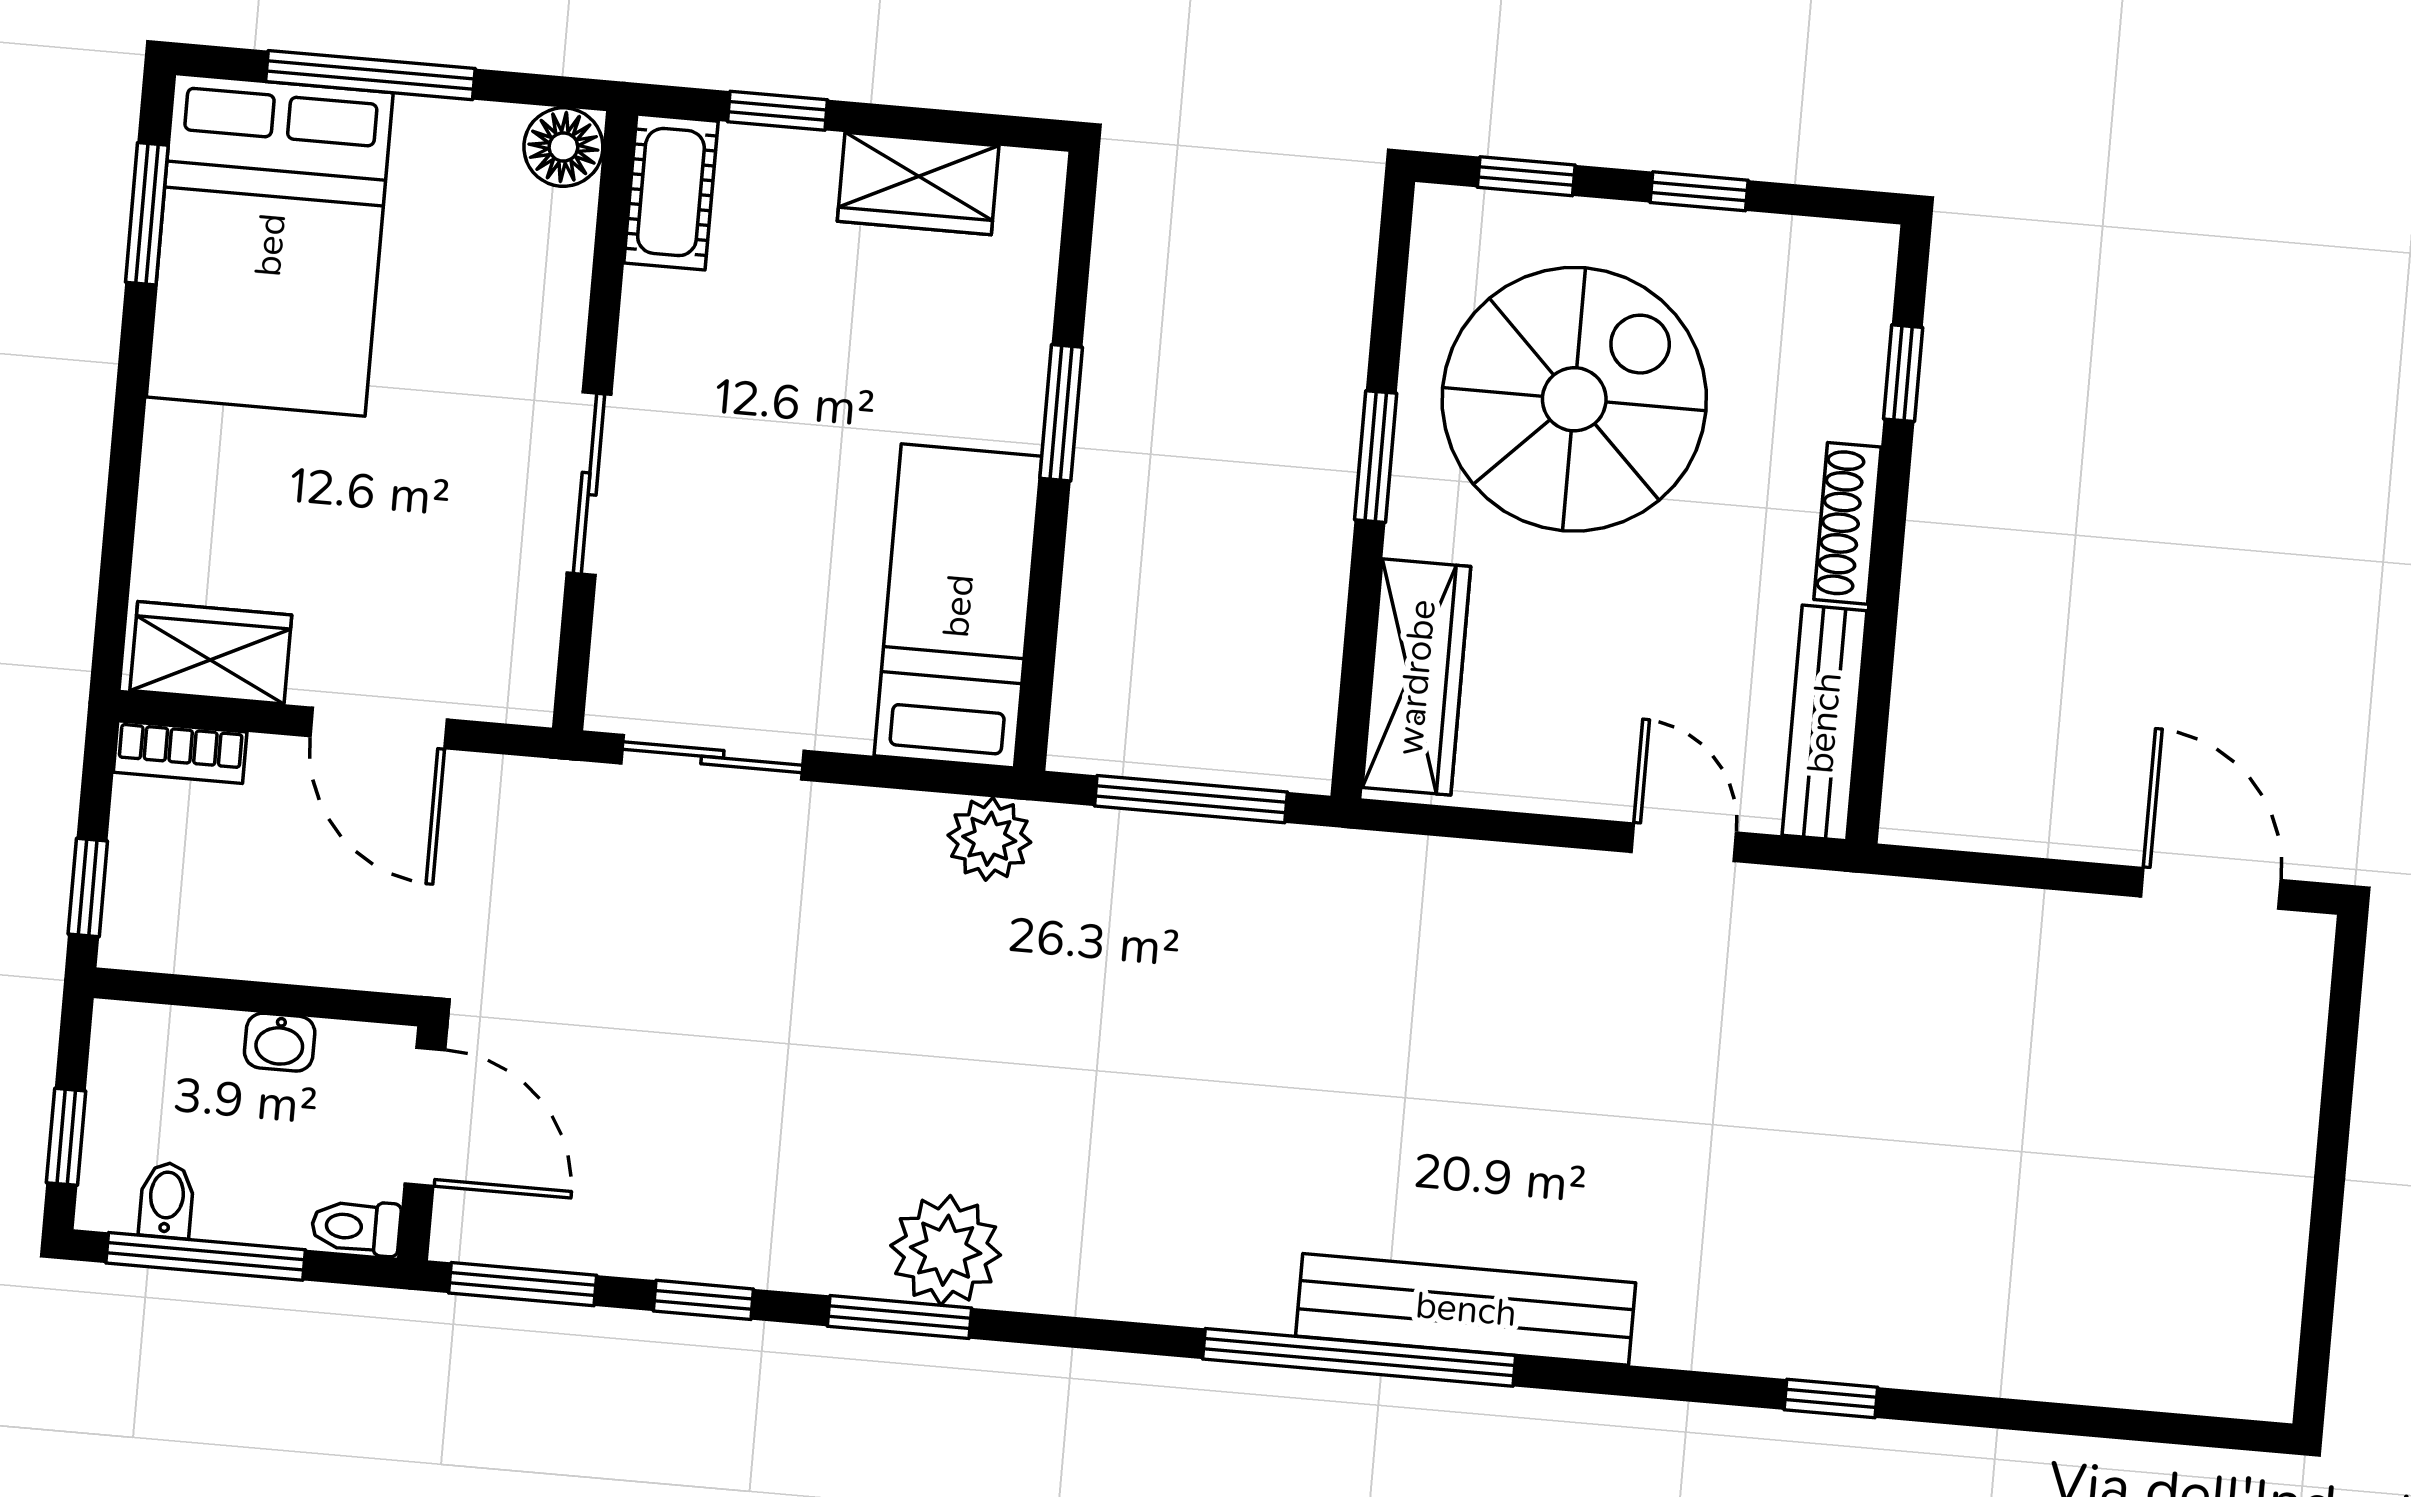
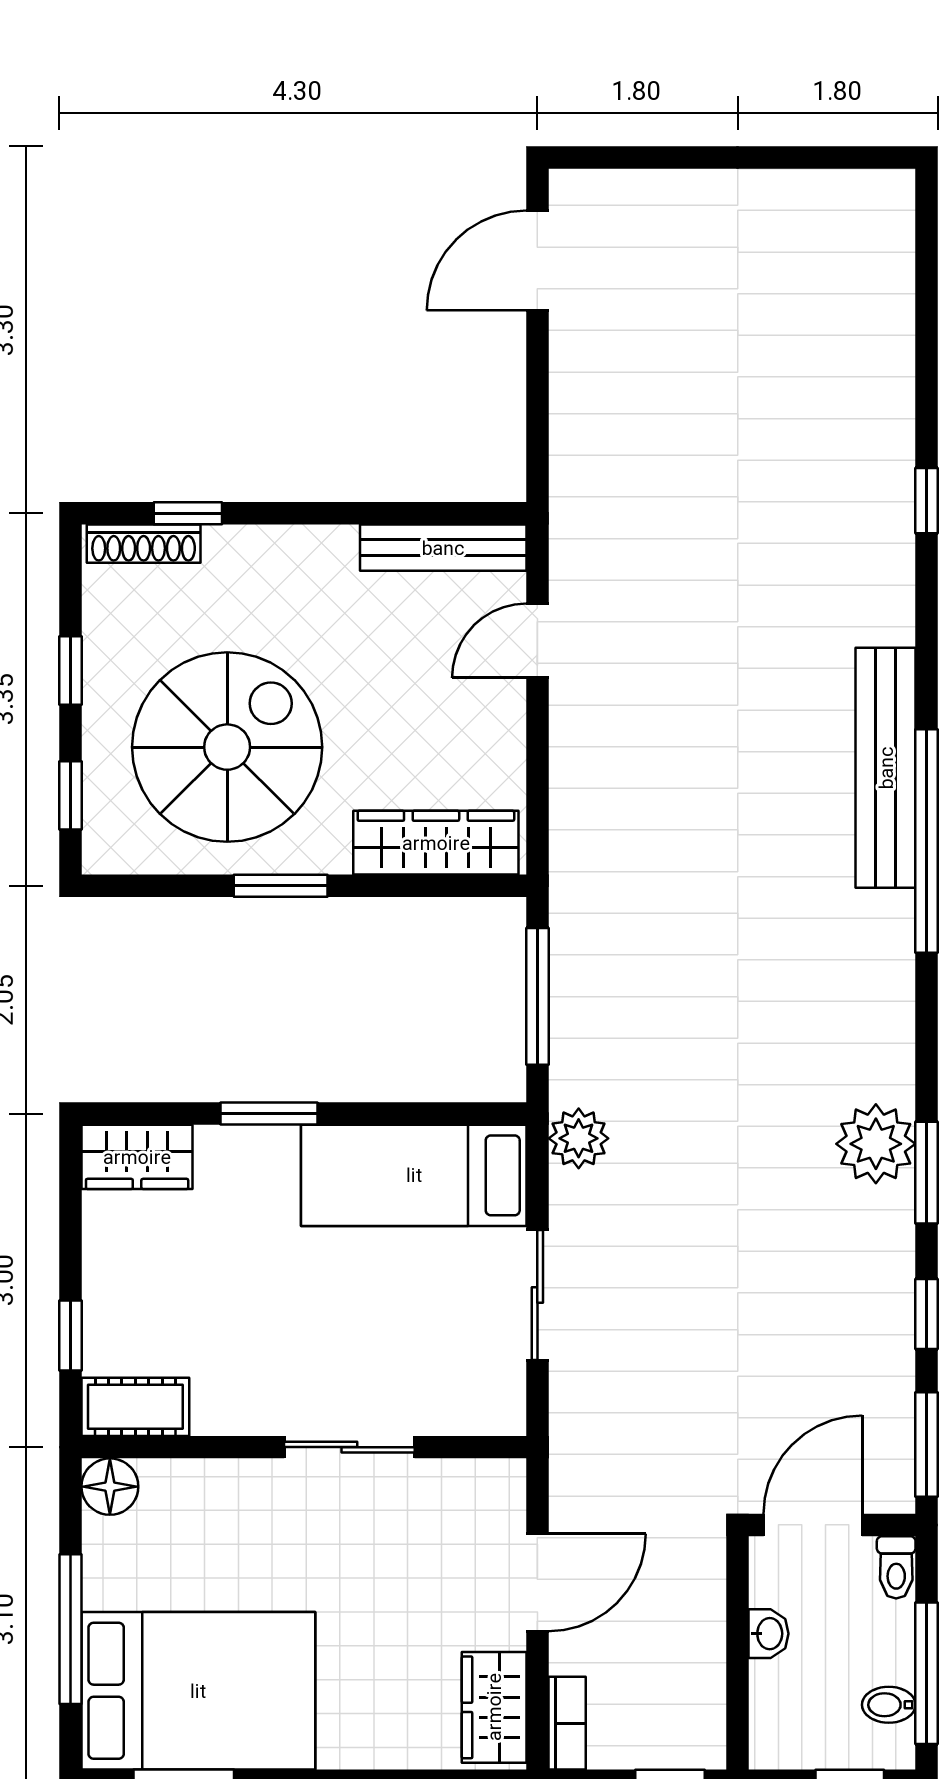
wardrobe: (918, 183) -> (137, 1157), moved, turned 90
spiral stairs: (1574, 399) -> (227, 747), turned 90
shoe rack: (1847, 523) -> (144, 544), moved
sliding door: (712, 757) -> (537, 1295), moved

